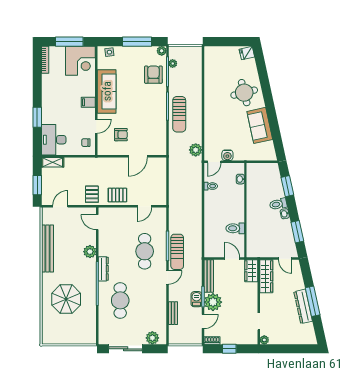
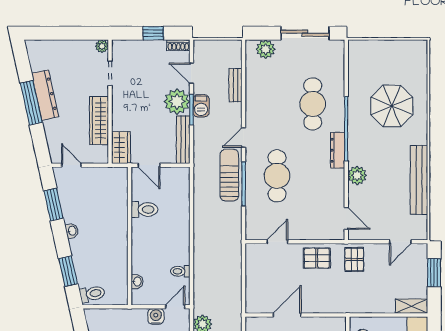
toilet: (278, 204) -> (92, 294), moved
wardrobe: (266, 276) -> (99, 121), moved
door: (203, 321) -> (191, 73), hinge flipped

